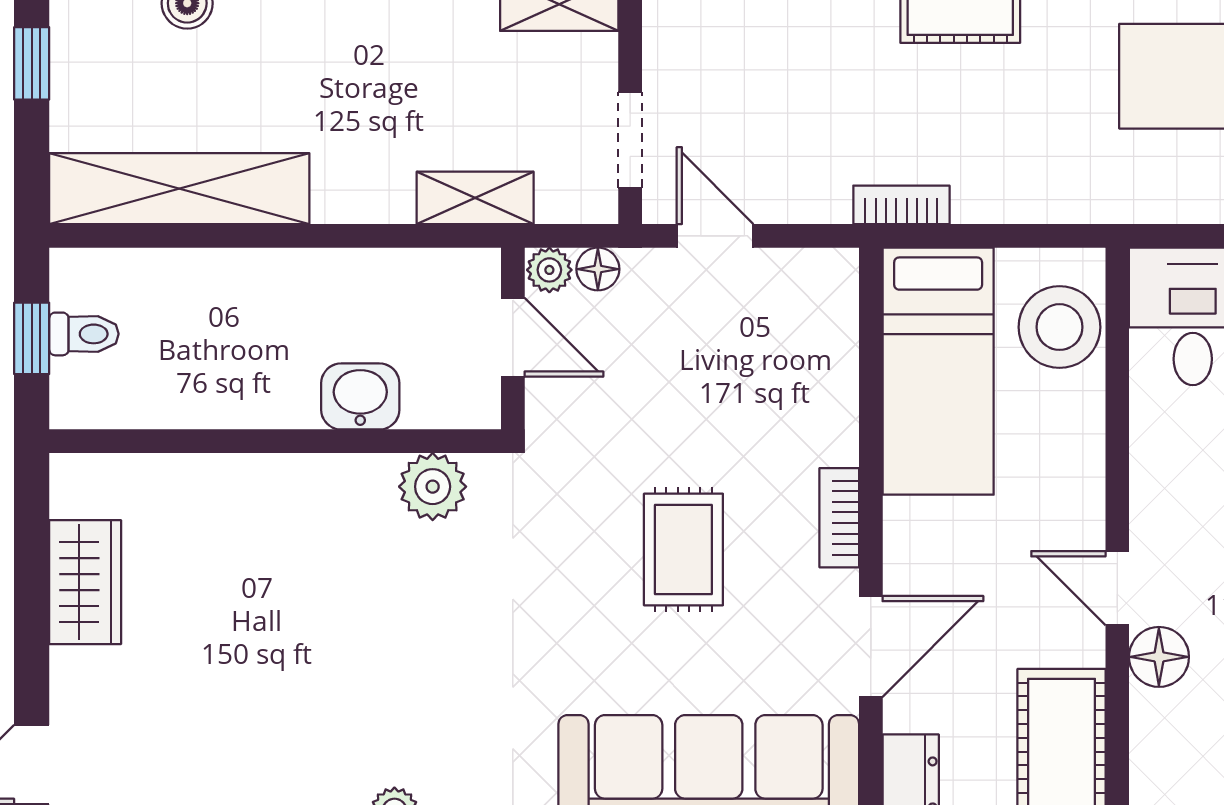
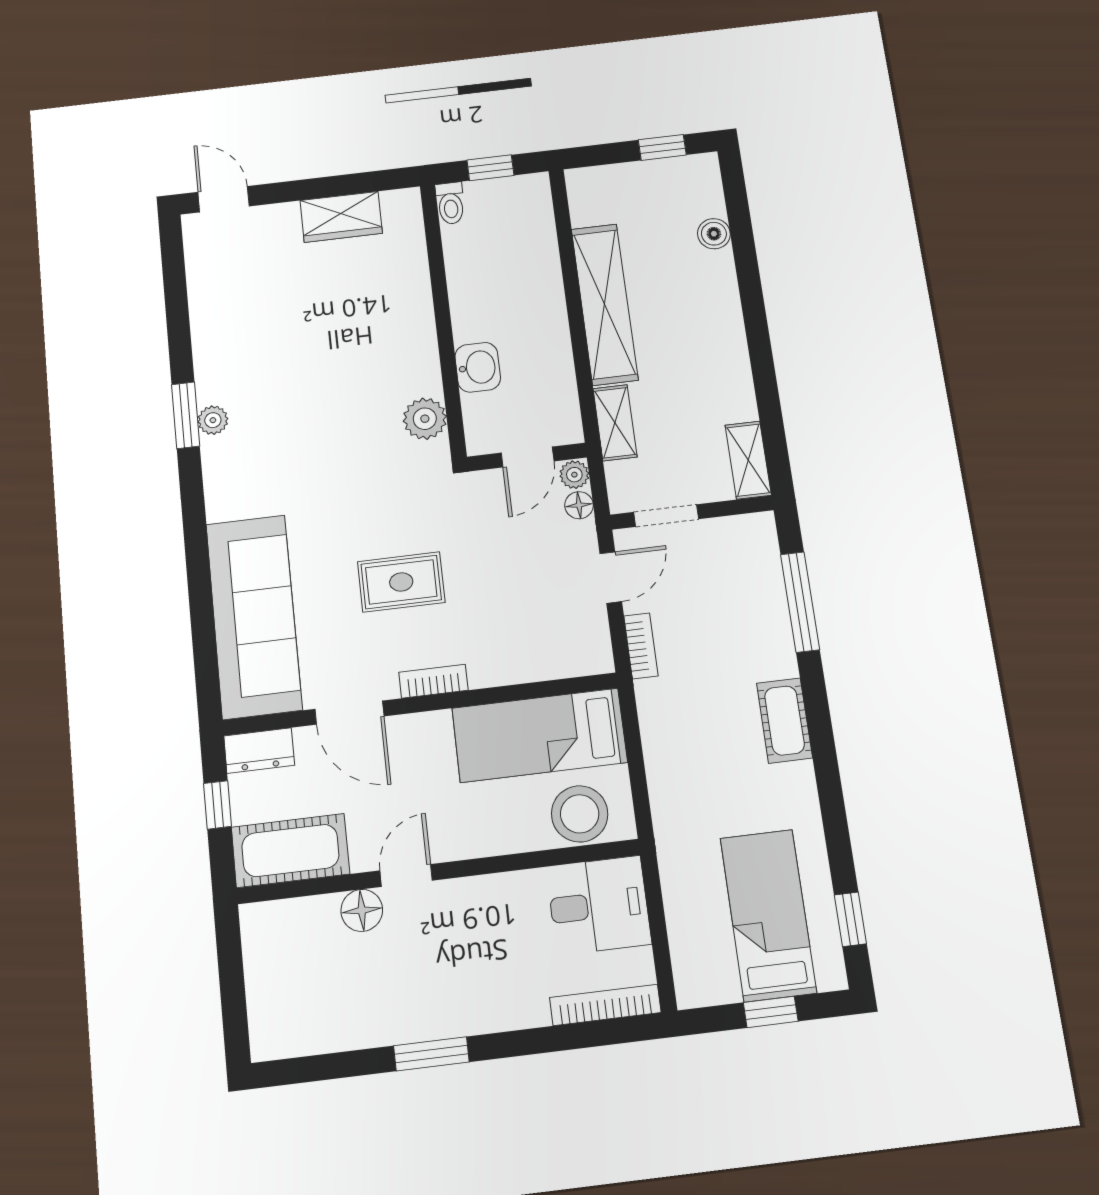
shelving: (179, 189) -> (605, 304), moved
bookcase: (901, 205) -> (641, 646), moved
toilet: (84, 334) -> (450, 203), moved

